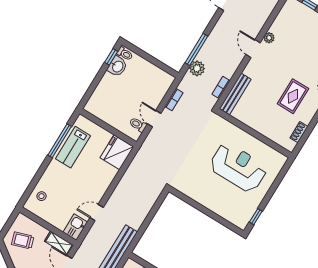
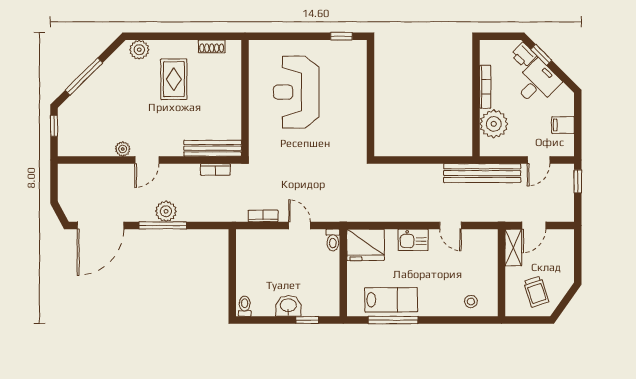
window: (196, 50) -> (163, 225), moved
window: (111, 57) -> (307, 320), moved
washbasin: (117, 66) -> (288, 306), moved
plant: (197, 68) -> (166, 211), moved
rug: (293, 96) -> (174, 79), turned 90
door: (154, 119) -> (299, 225), swing flipped
toilet: (138, 125) -> (333, 240), moved
kitchen sink: (75, 227) -> (413, 240), moved

